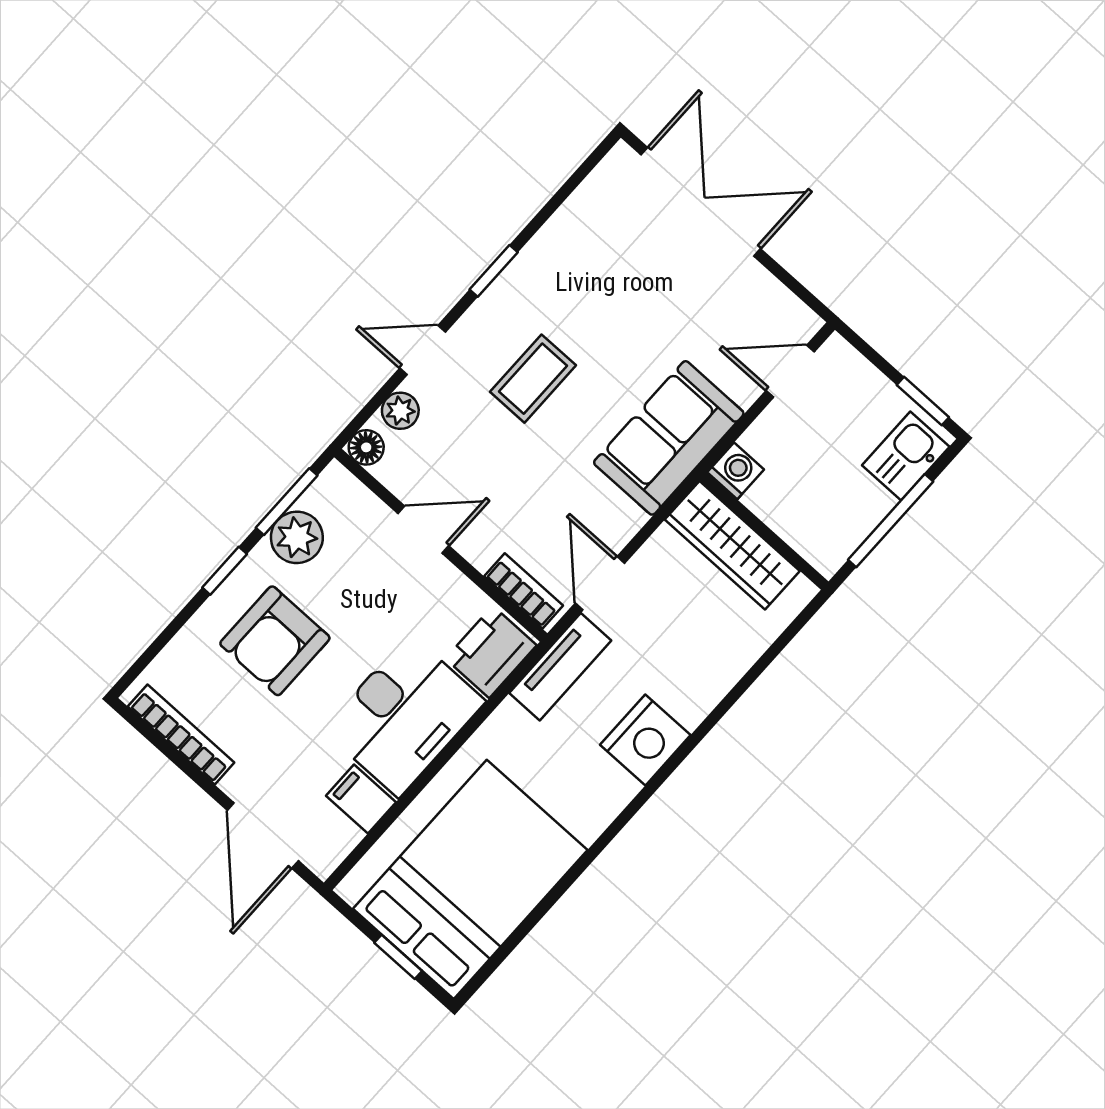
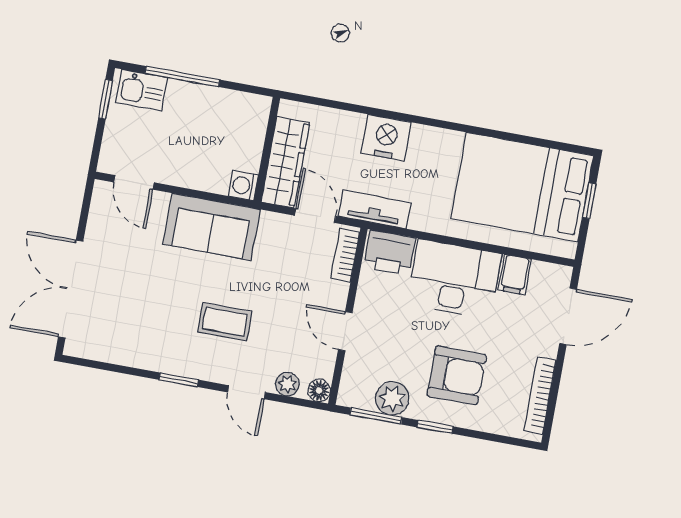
washing machine: (736, 471) -> (243, 186), moved
wall: (764, 531) -> (267, 149), moved
wardrobe: (732, 545) -> (285, 162), moved
door: (600, 583) -> (315, 216), swing flipped

